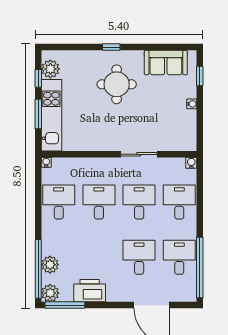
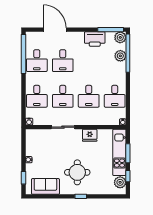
fridge: (97, 142) -> (90, 135), added

